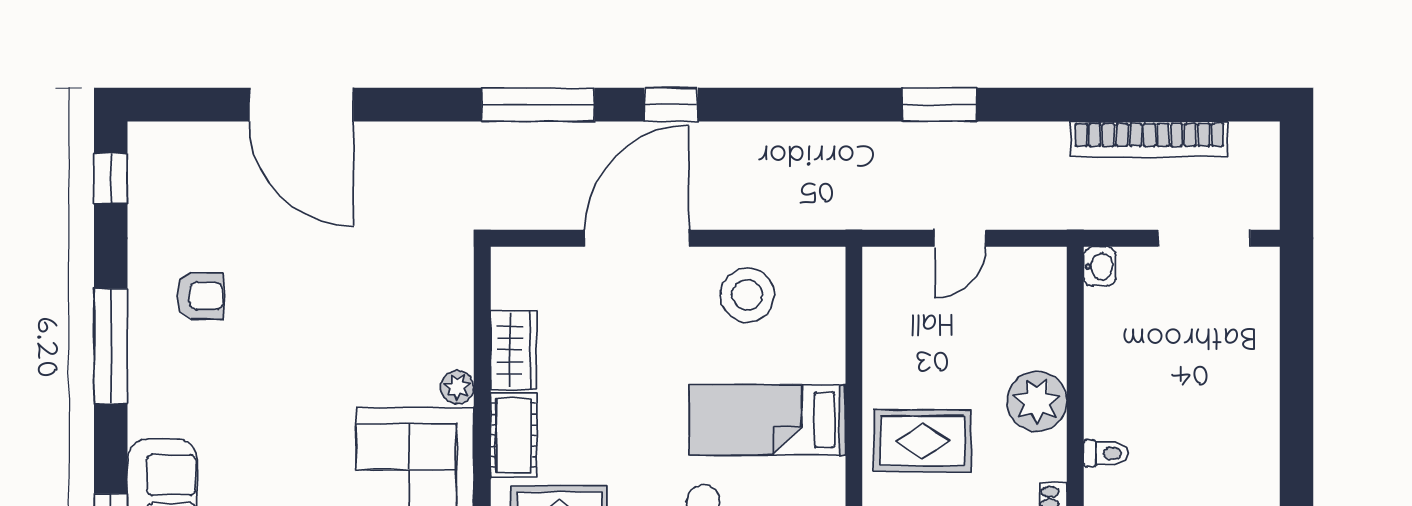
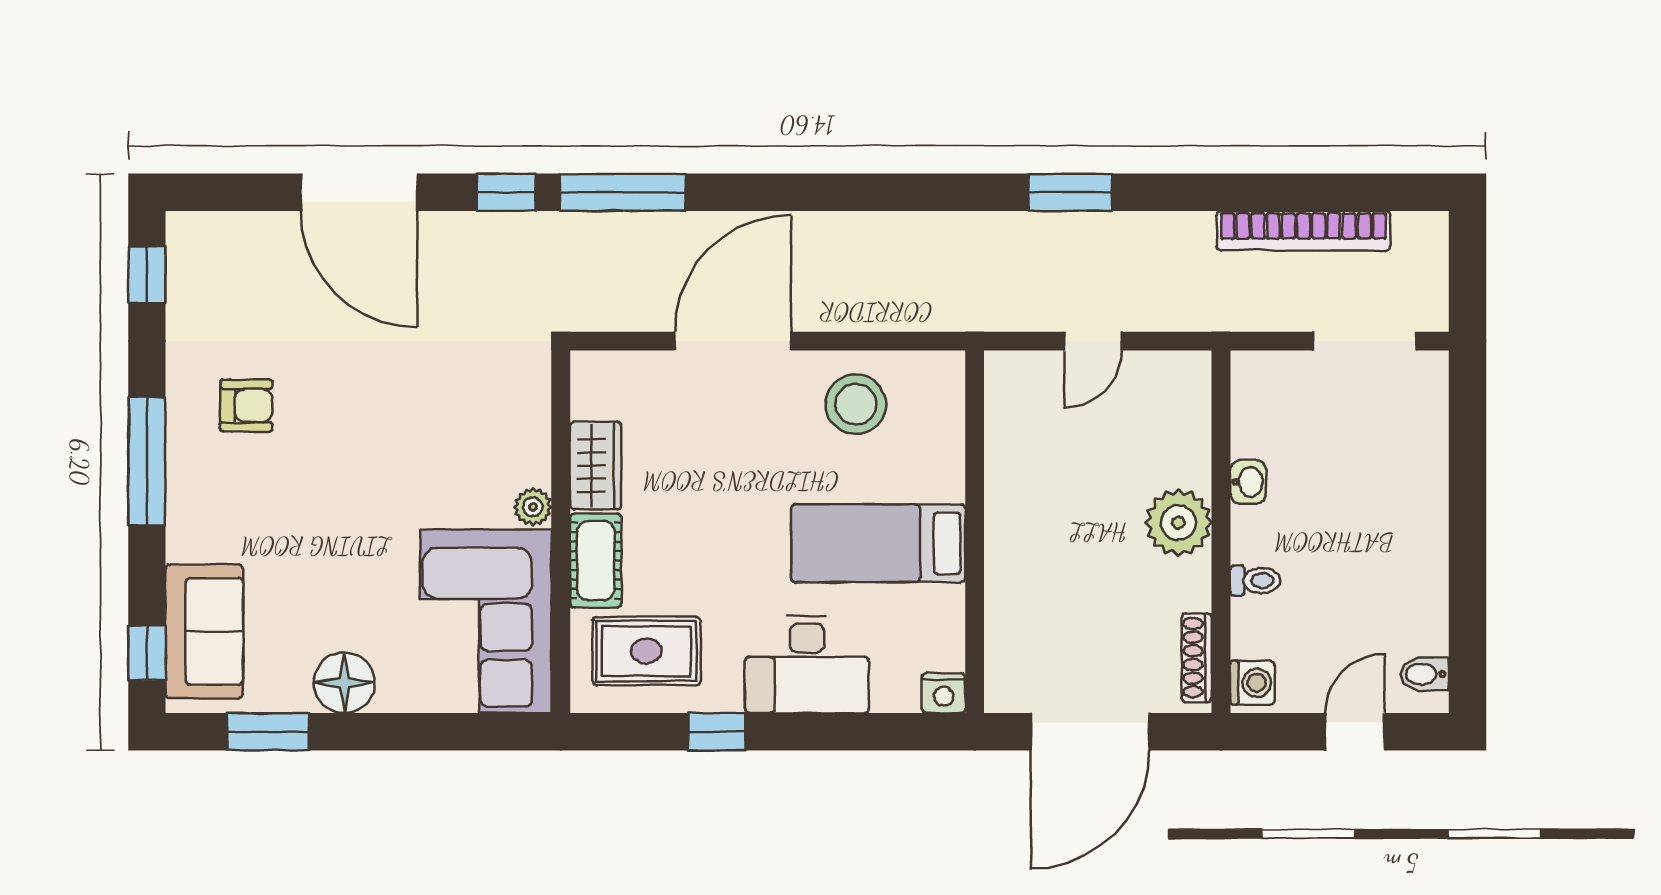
window: (671, 105) -> (506, 192), moved
washbasin: (1100, 266) -> (1248, 482), moved
rug: (923, 441) -> (1051, 567), removed

